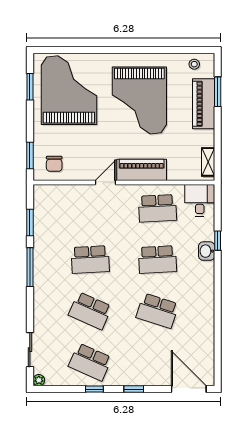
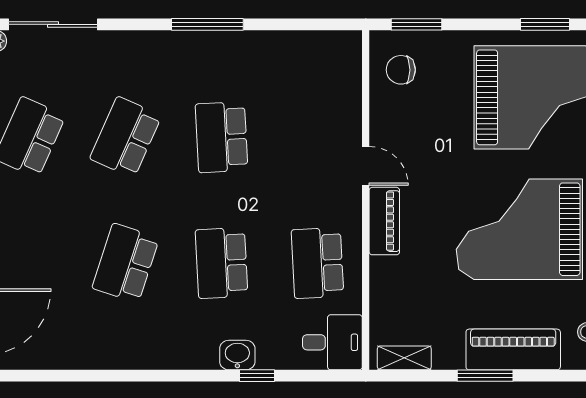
window: (218, 92) -> (485, 376), moved
piano: (142, 170) -> (384, 221), width x0.73, depth x0.75
window: (30, 223) -> (291, 24), removed
sliding door: (30, 350) -> (53, 24), width x1.37

